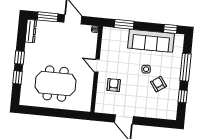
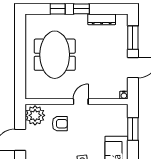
dresser: (31, 31) -> (102, 19), moved
plant: (105, 105) -> (35, 115), added

